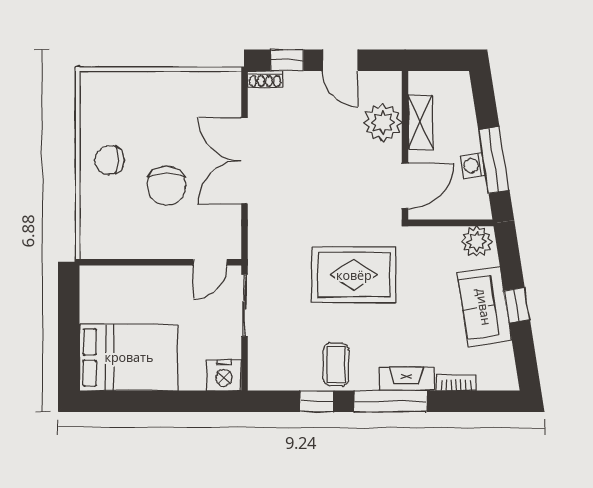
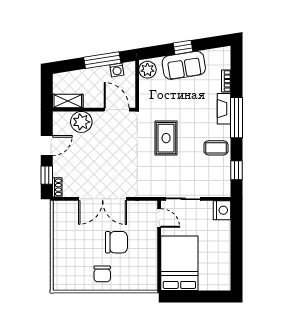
shelving: (420, 122) -> (68, 101), moved
washing machine: (473, 165) -> (117, 70), moved
rug: (354, 275) -> (166, 138), width x0.73, depth x0.70
bed: (129, 357) -> (179, 263), moved
window: (317, 401) -> (236, 170), moved

